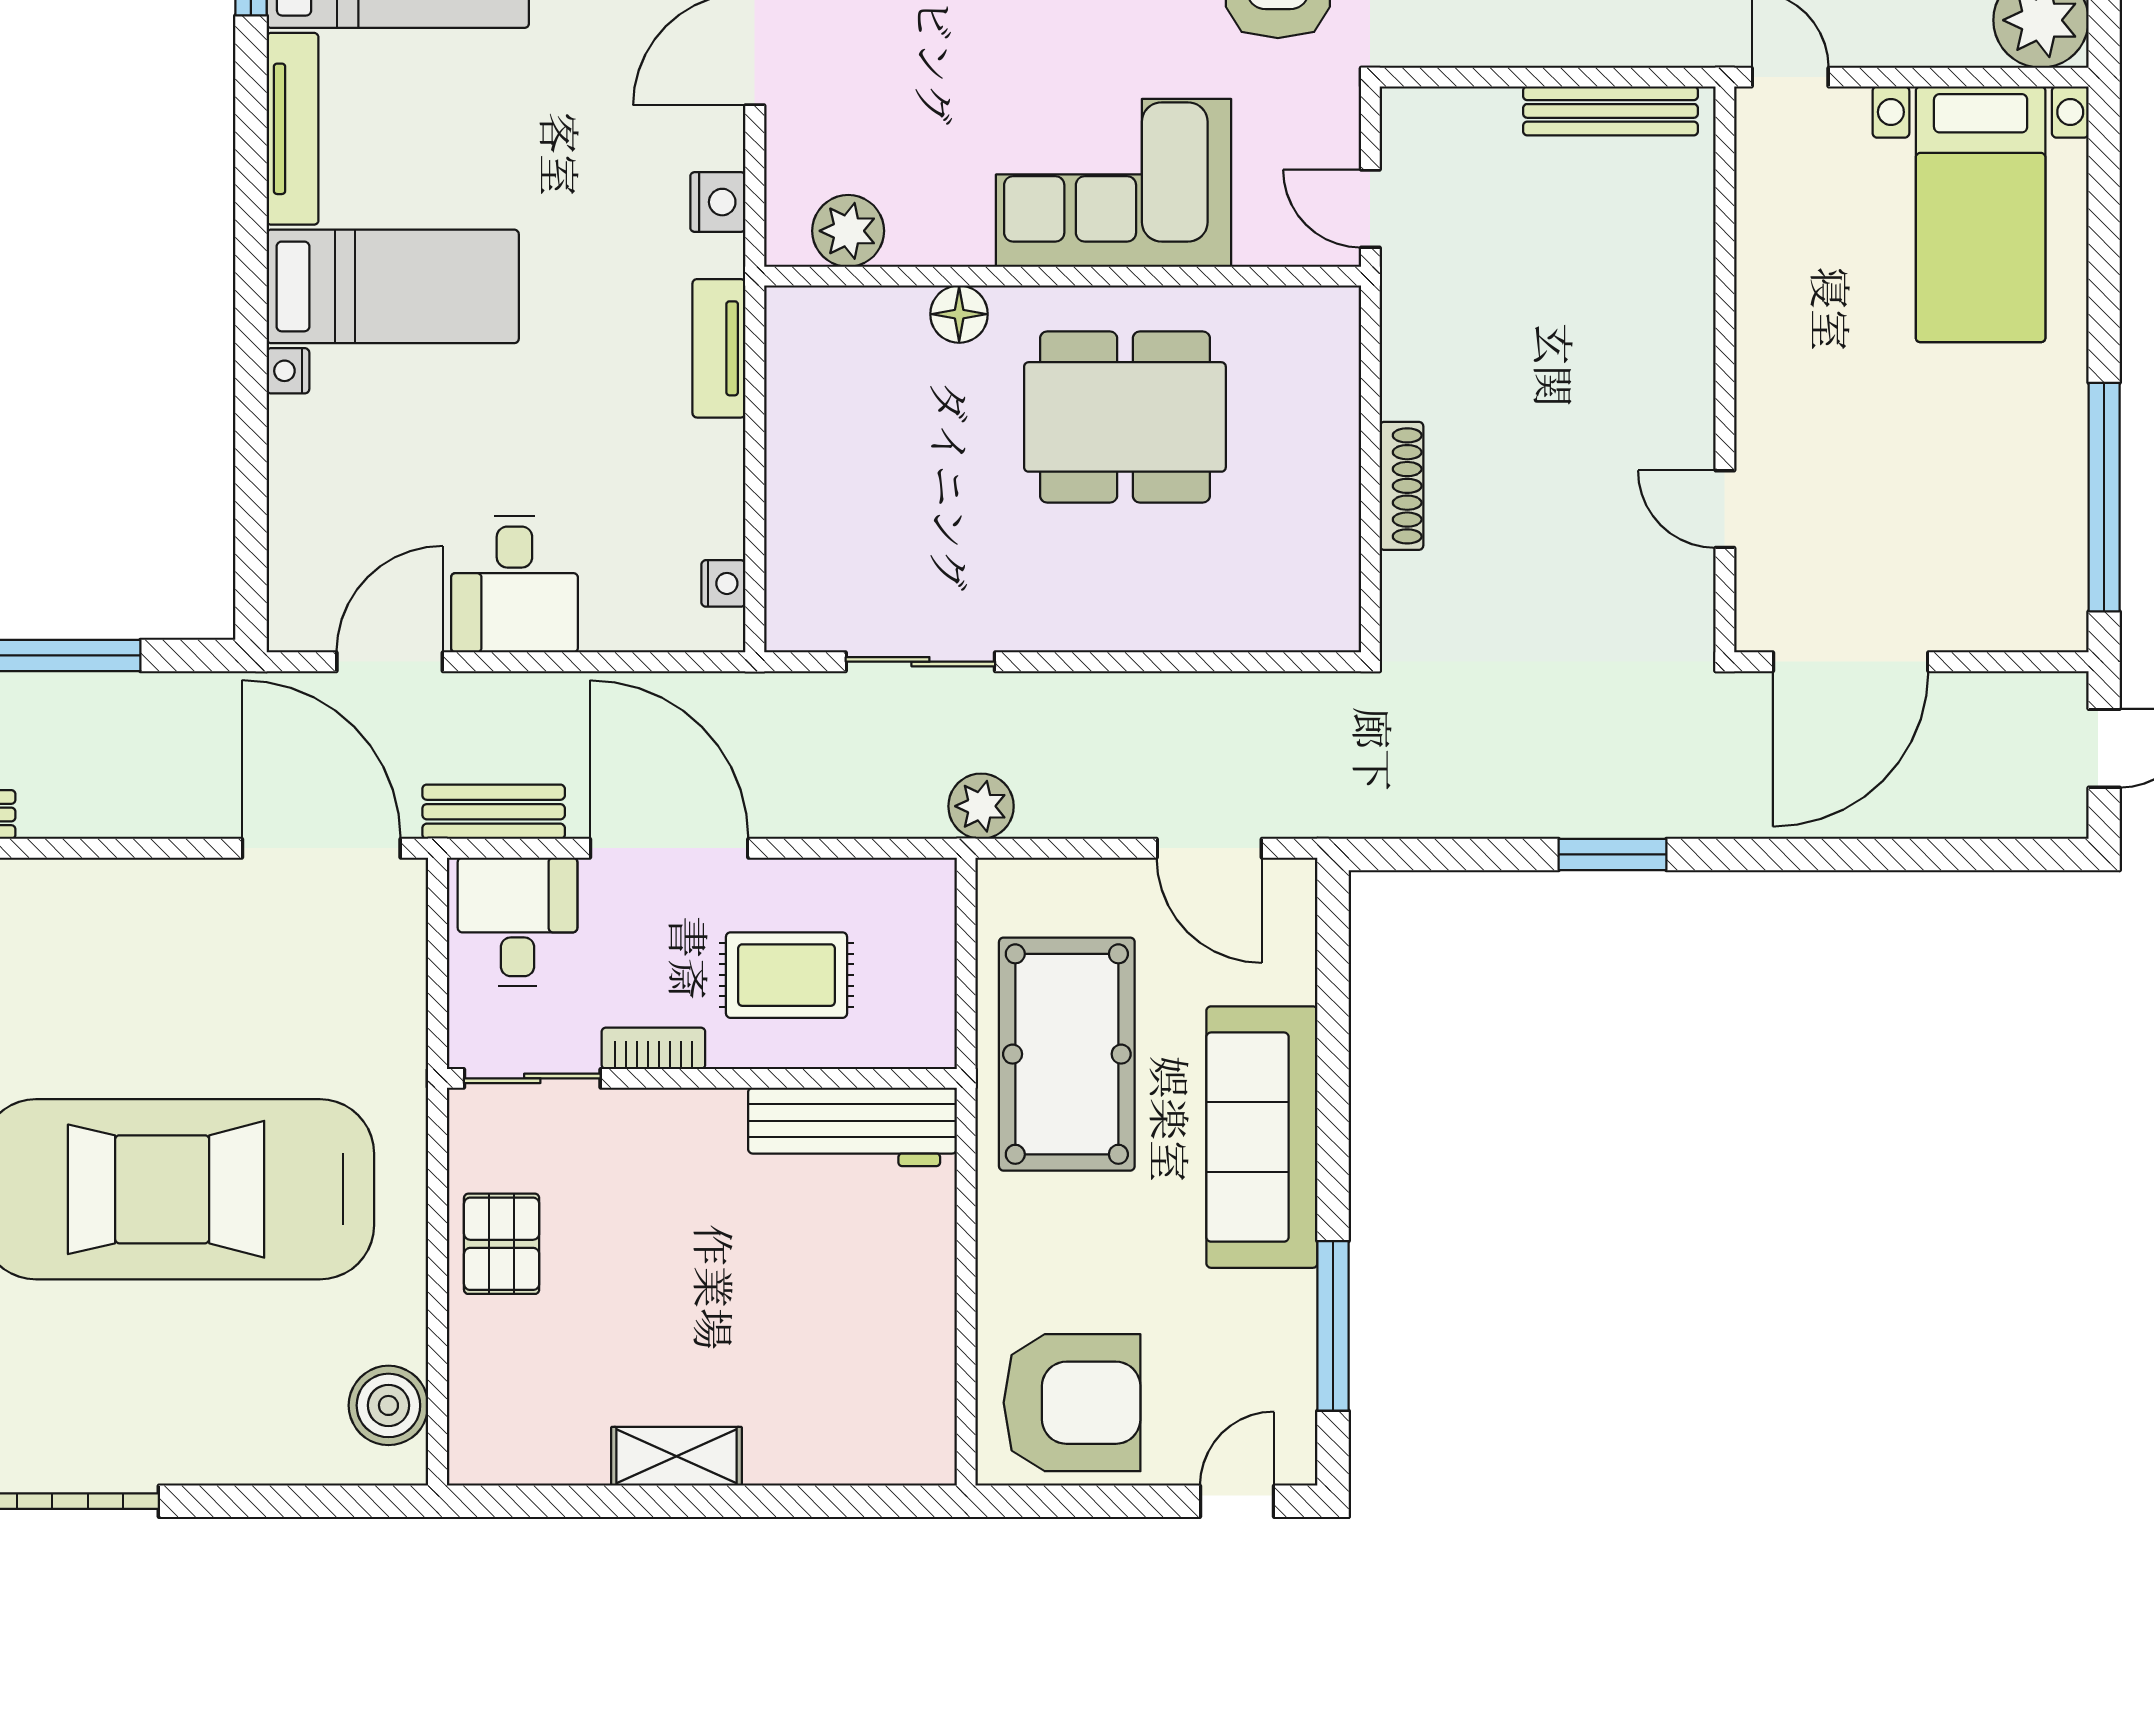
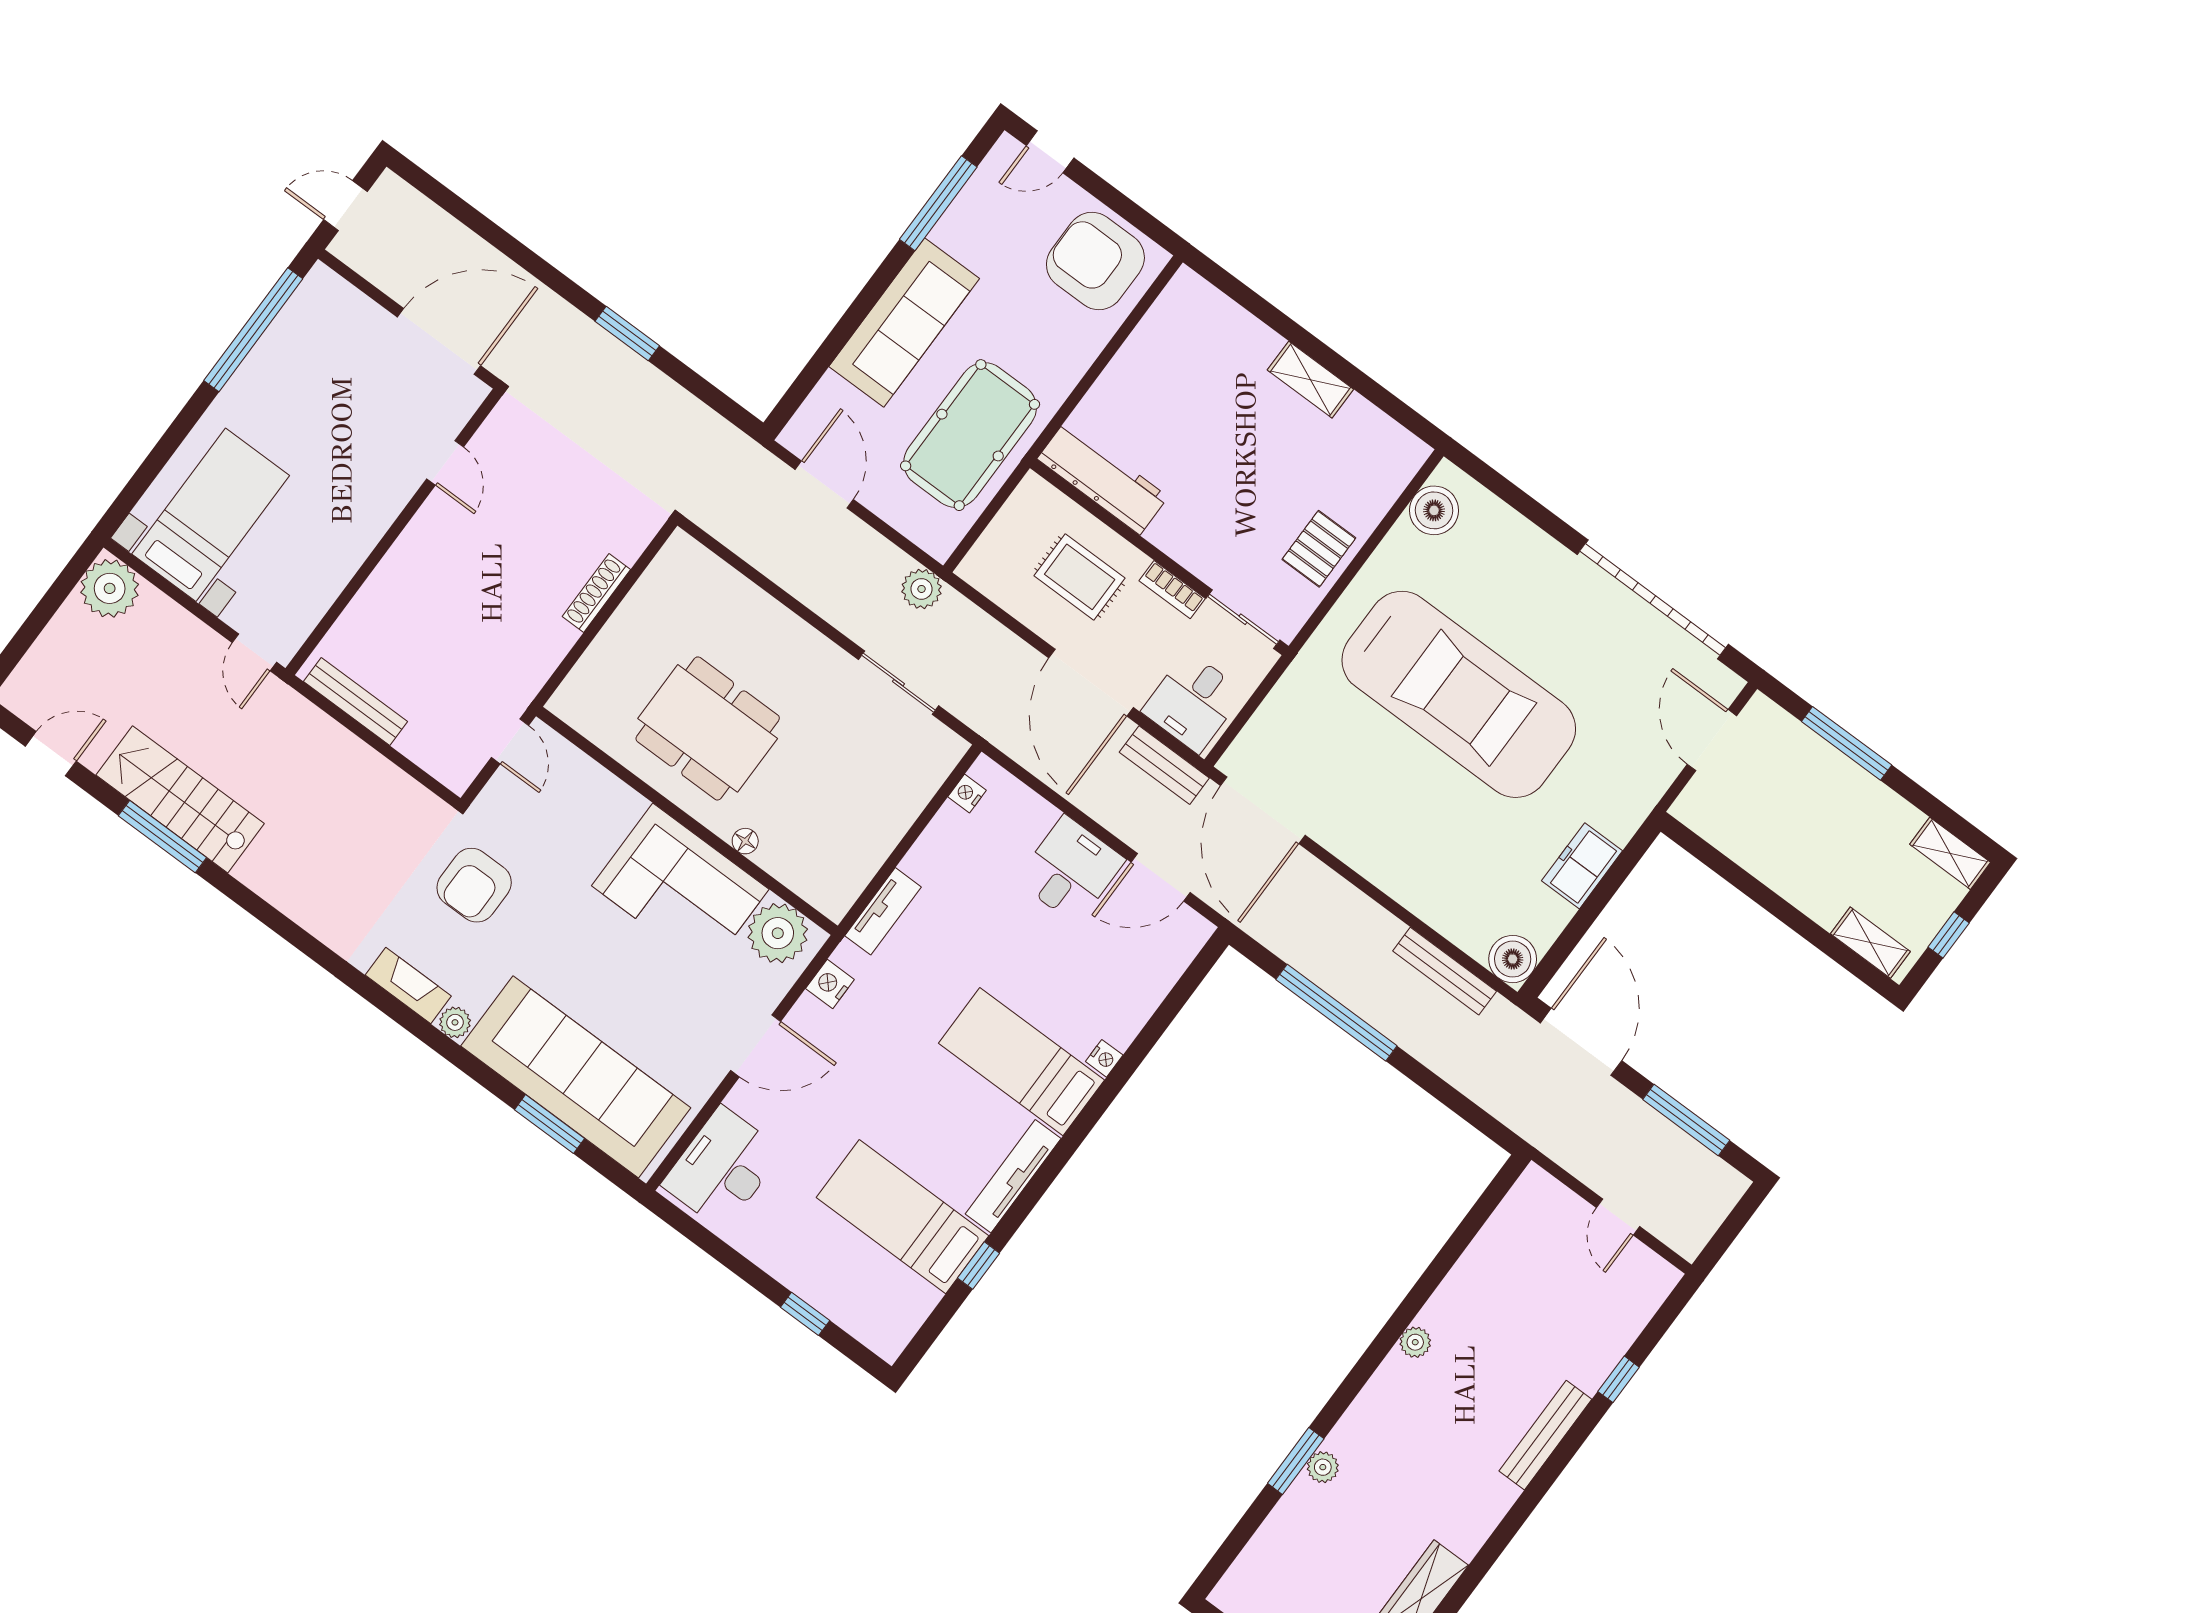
corner sofa: (1114, 183) -> (680, 887), moved
plant: (848, 231) -> (778, 933), width x1.36, depth x1.36
floor lamp: (959, 314) -> (745, 841), width x0.73, depth x0.73

